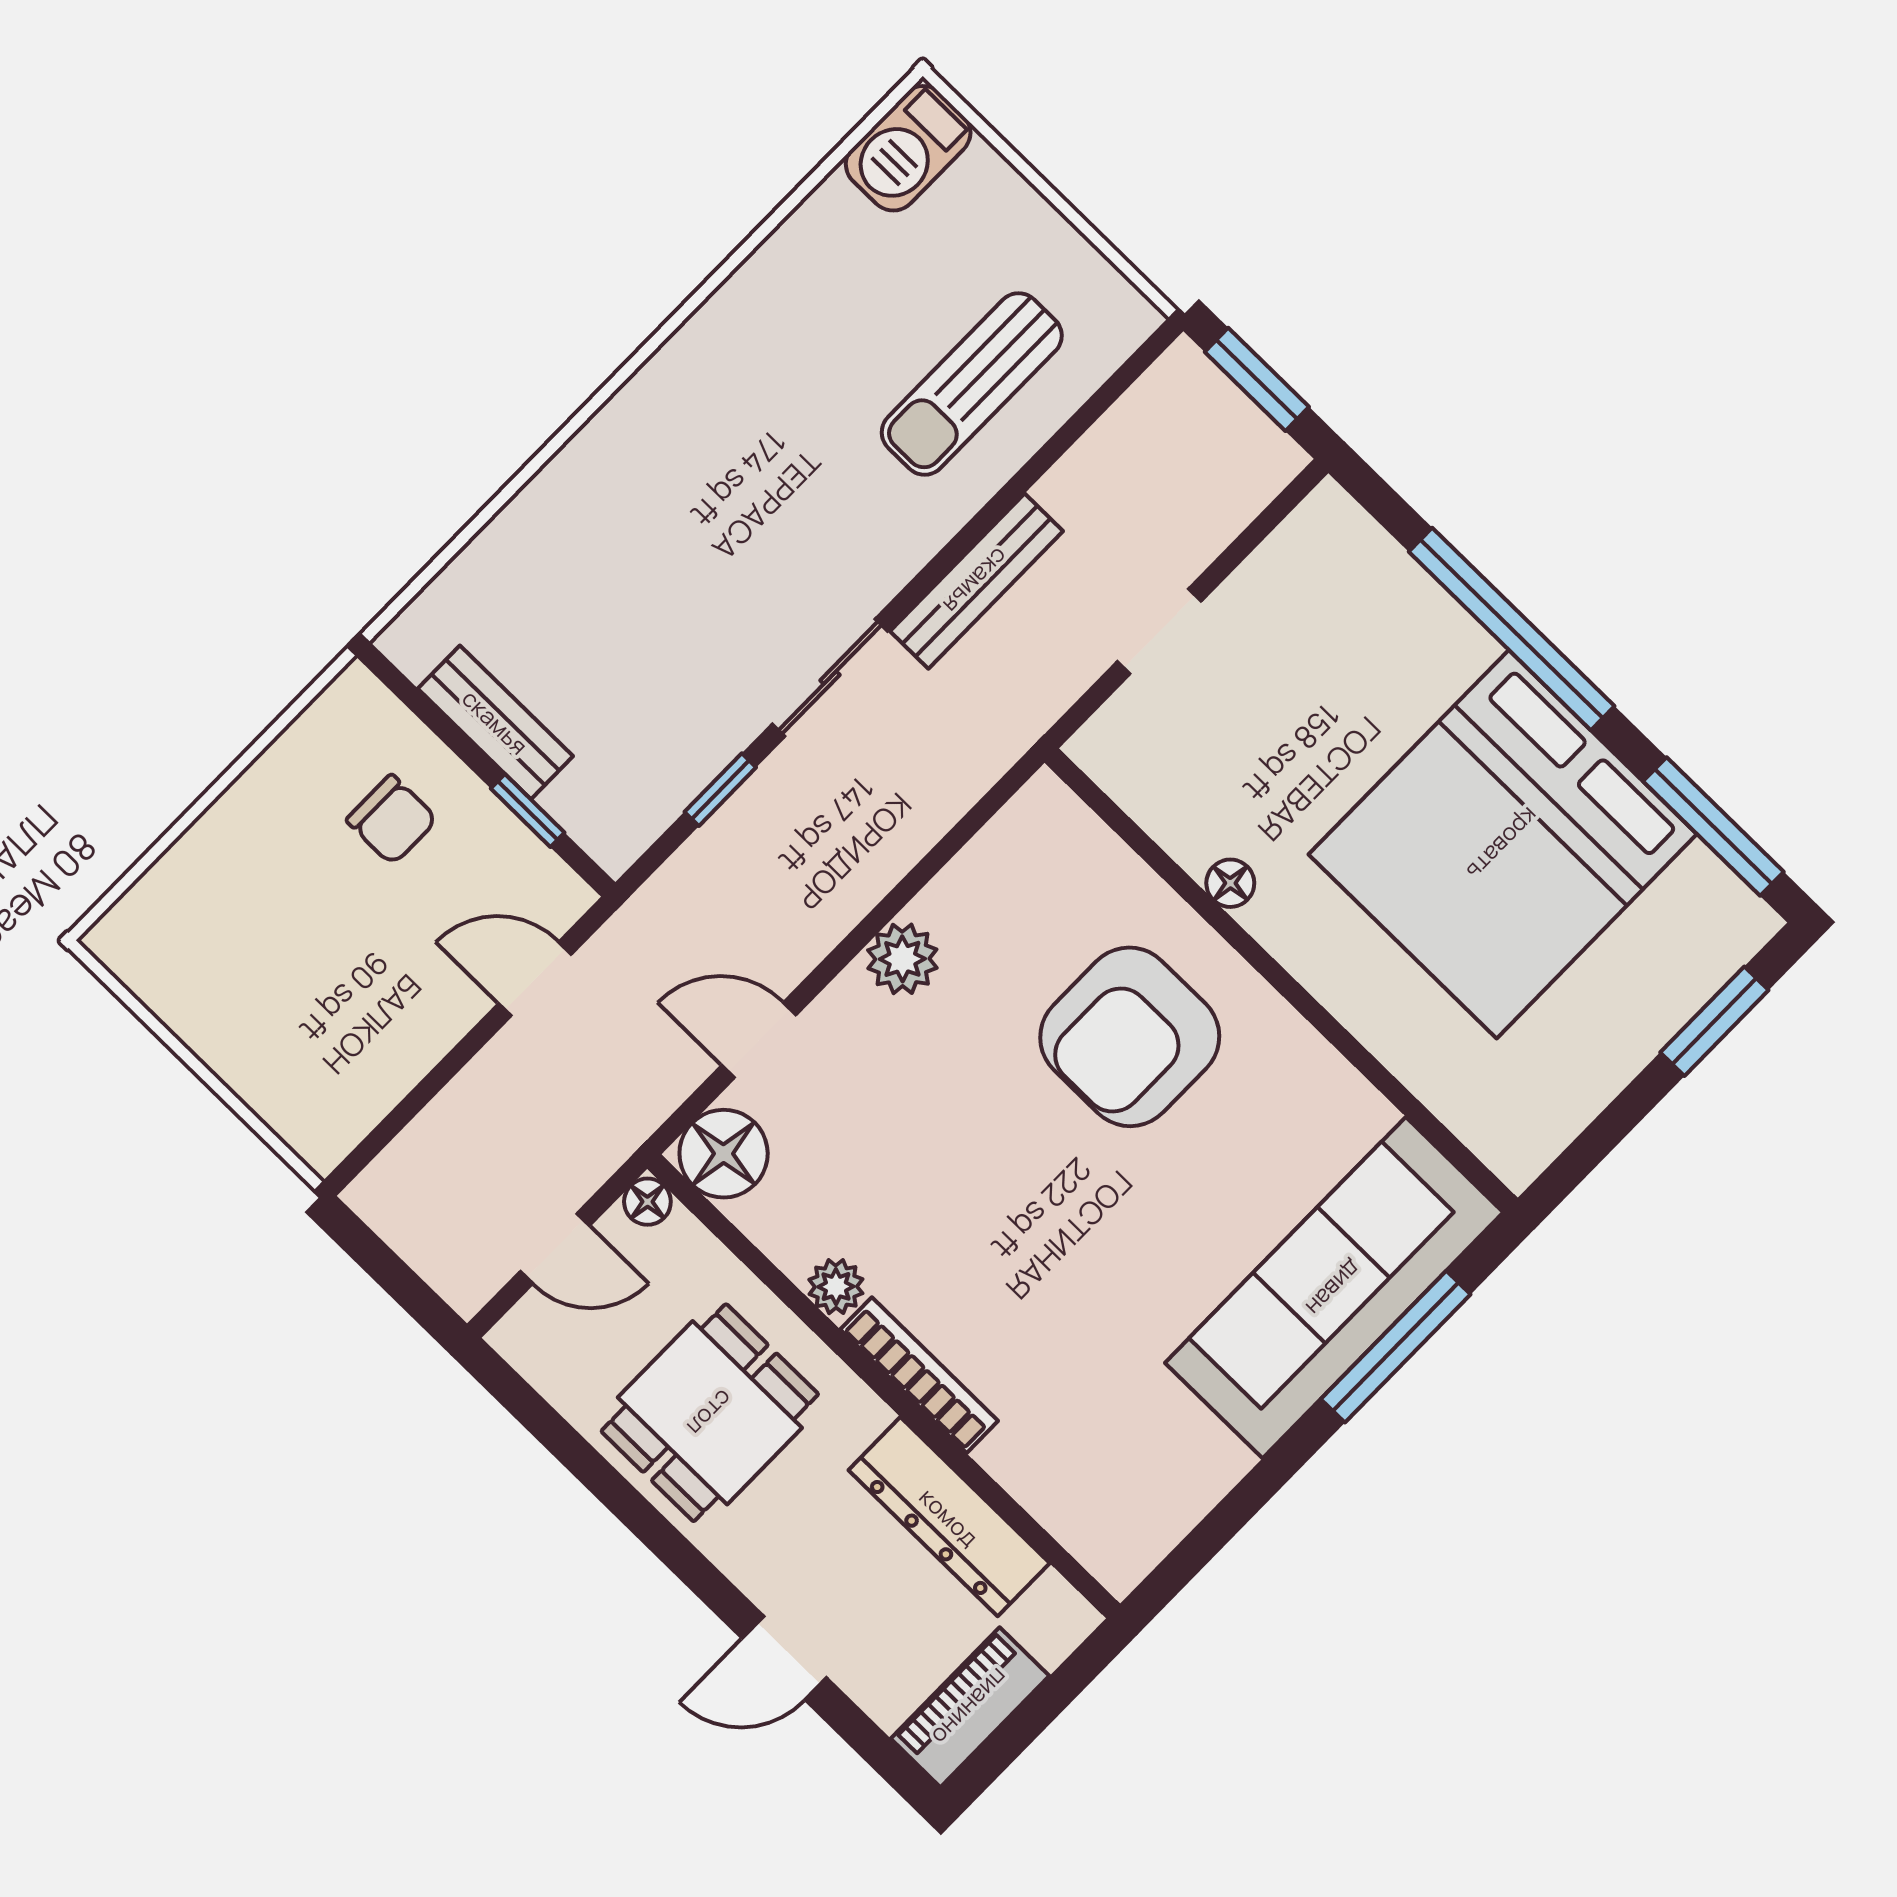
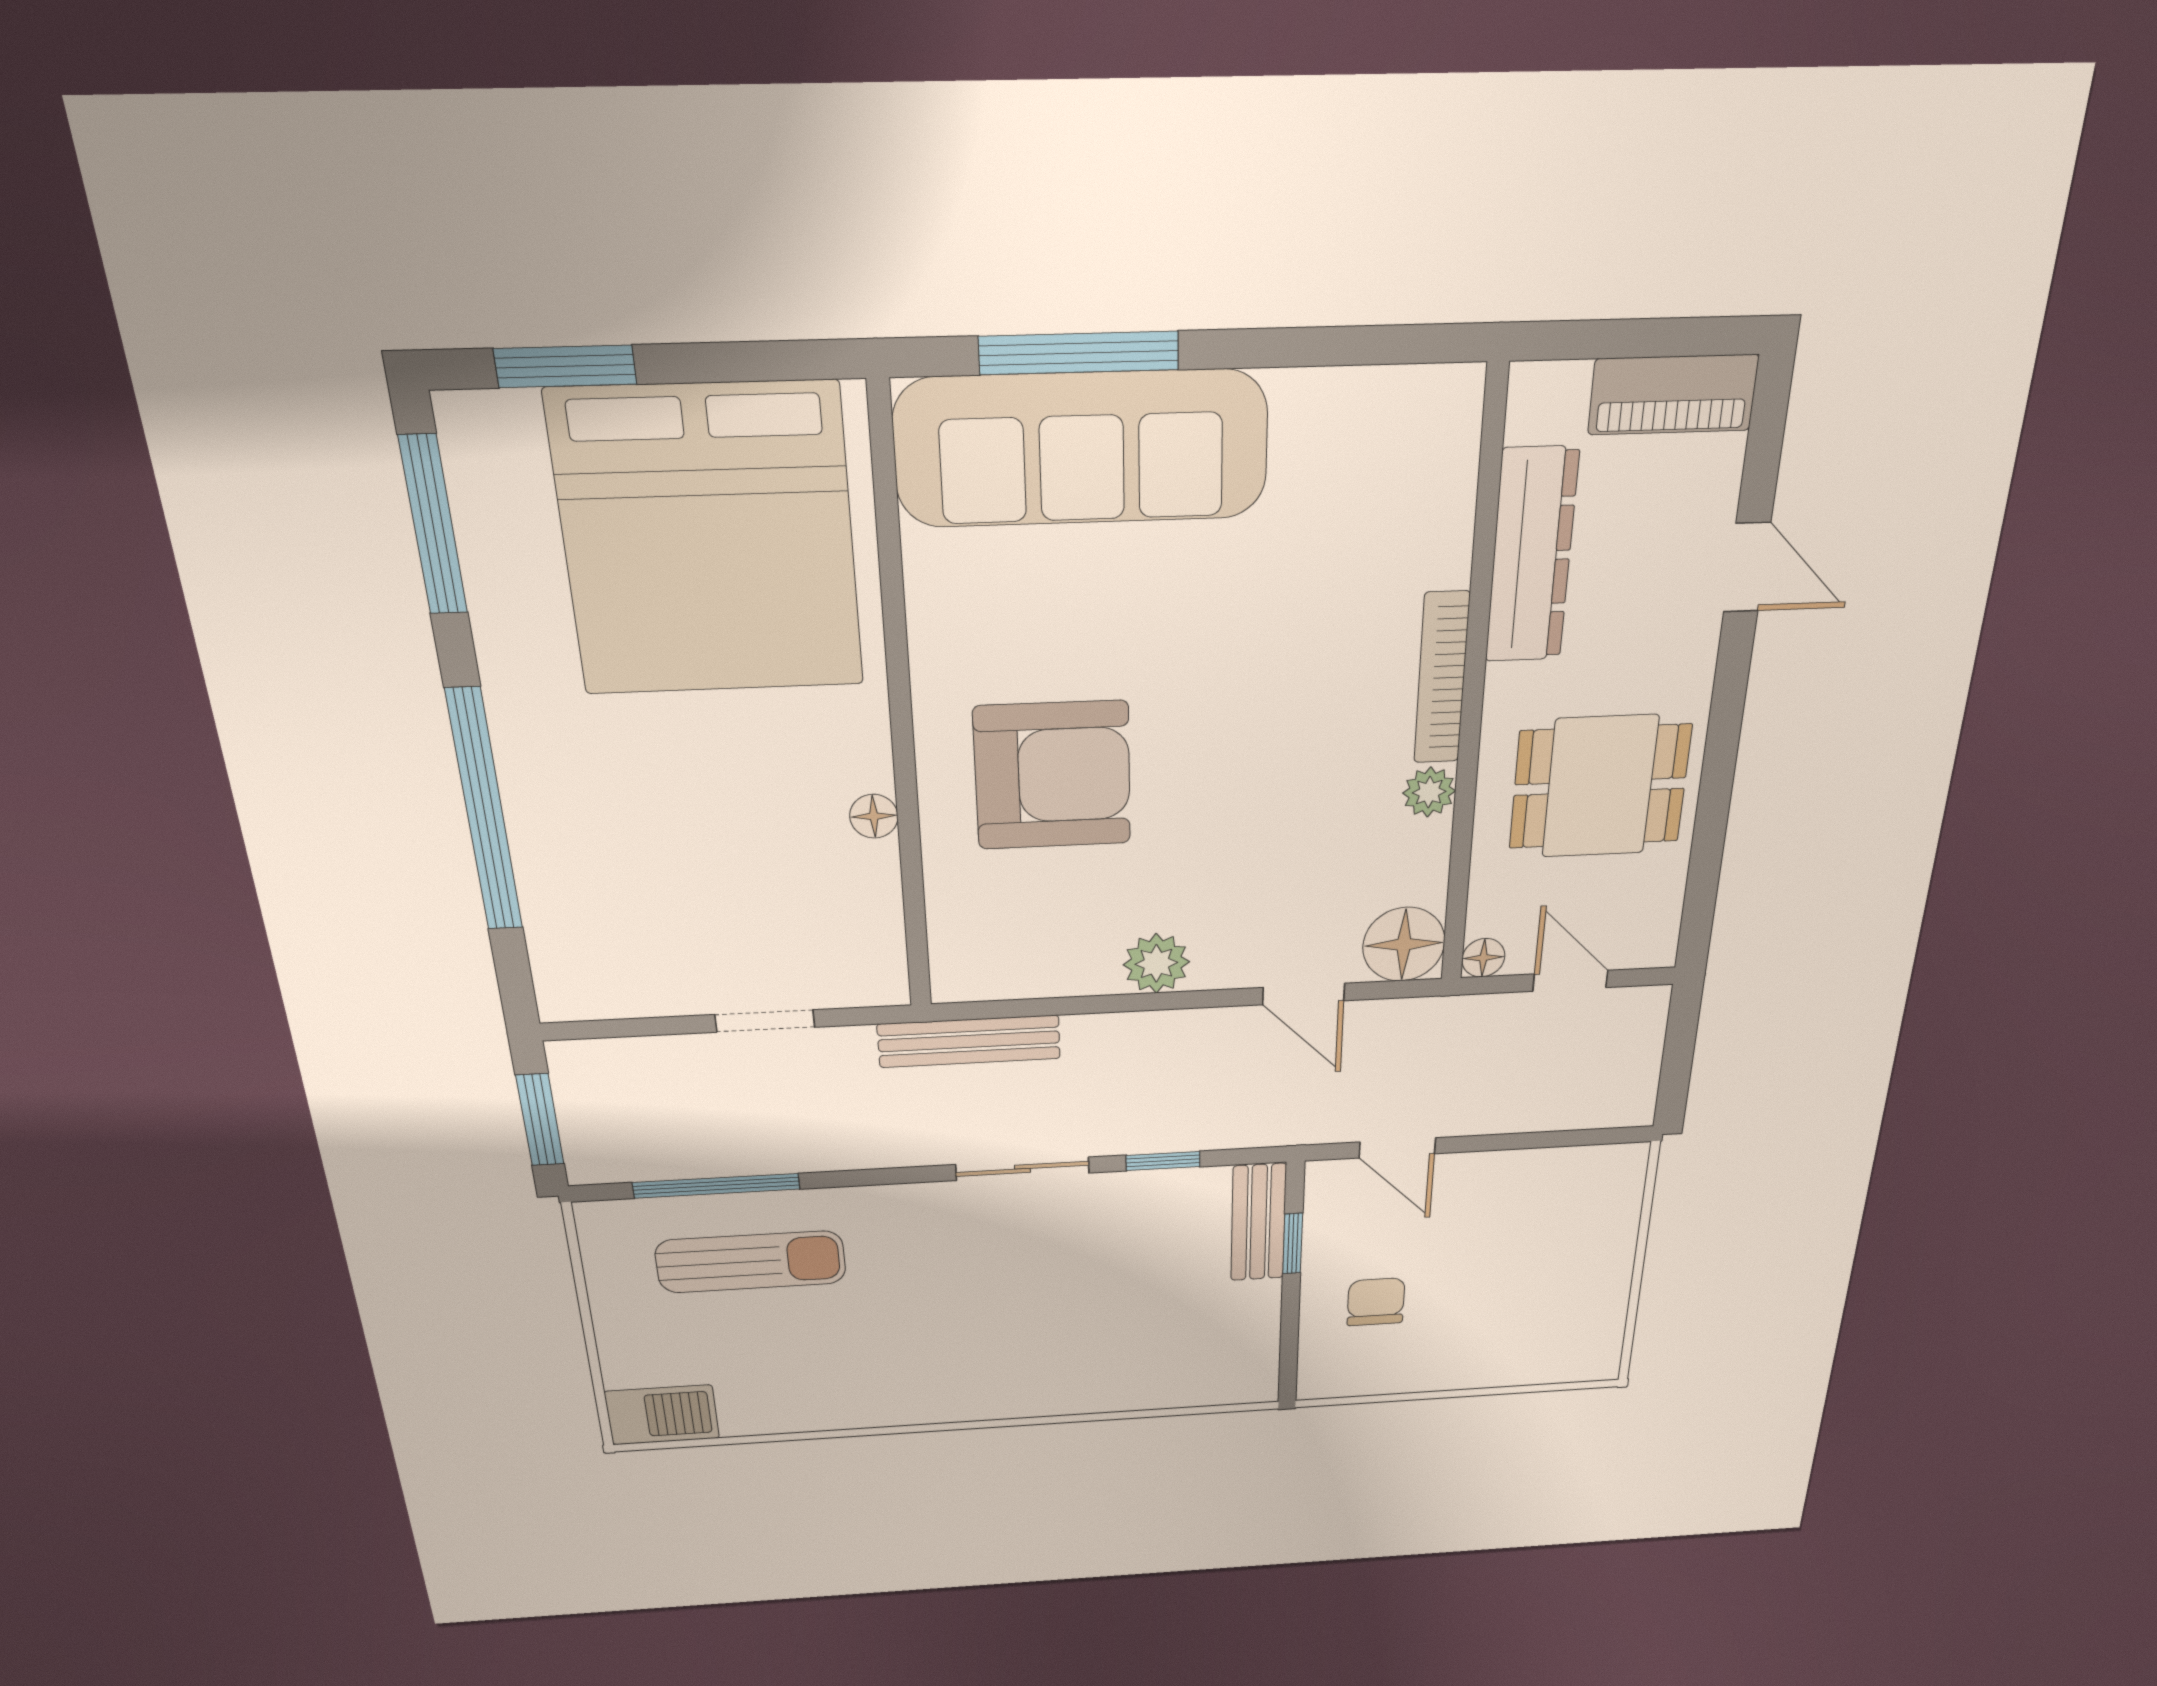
window: (1065, 438) -> (716, 1186), added
bench: (976, 581) -> (969, 1041), moved
bench: (495, 722) -> (1258, 1223), moved
bed: (1503, 844) -> (709, 541), moved, turned 90

